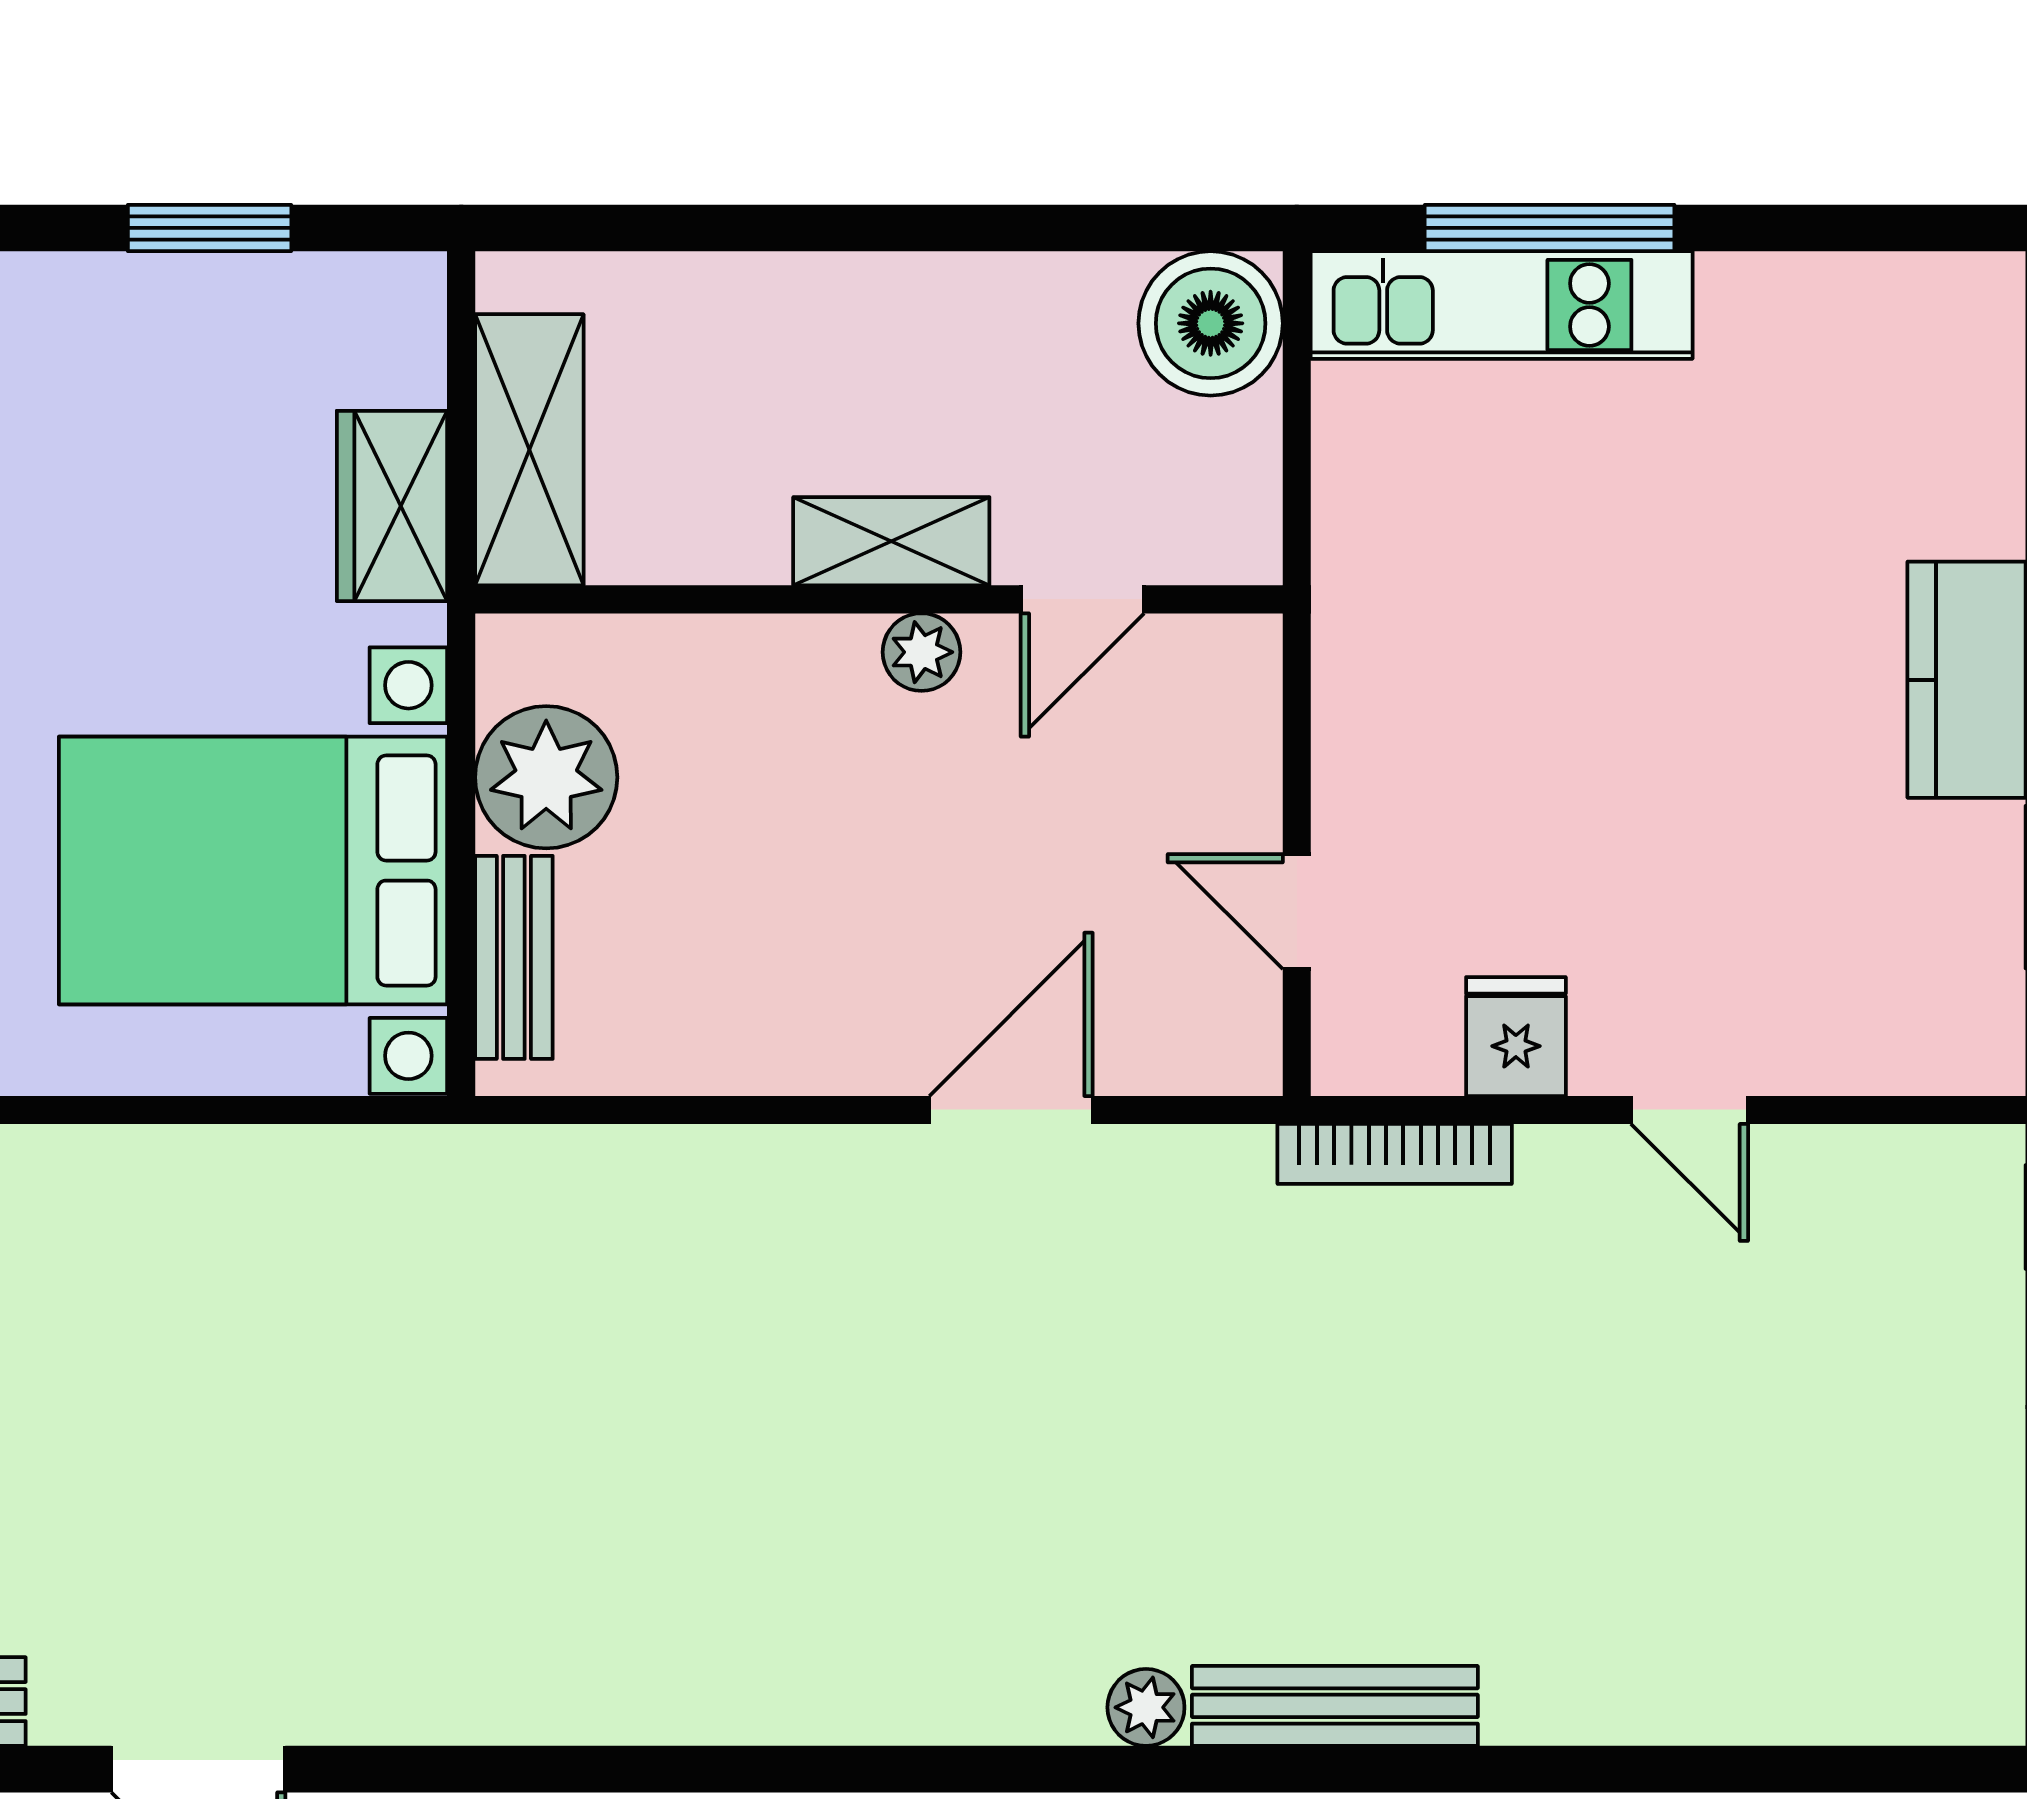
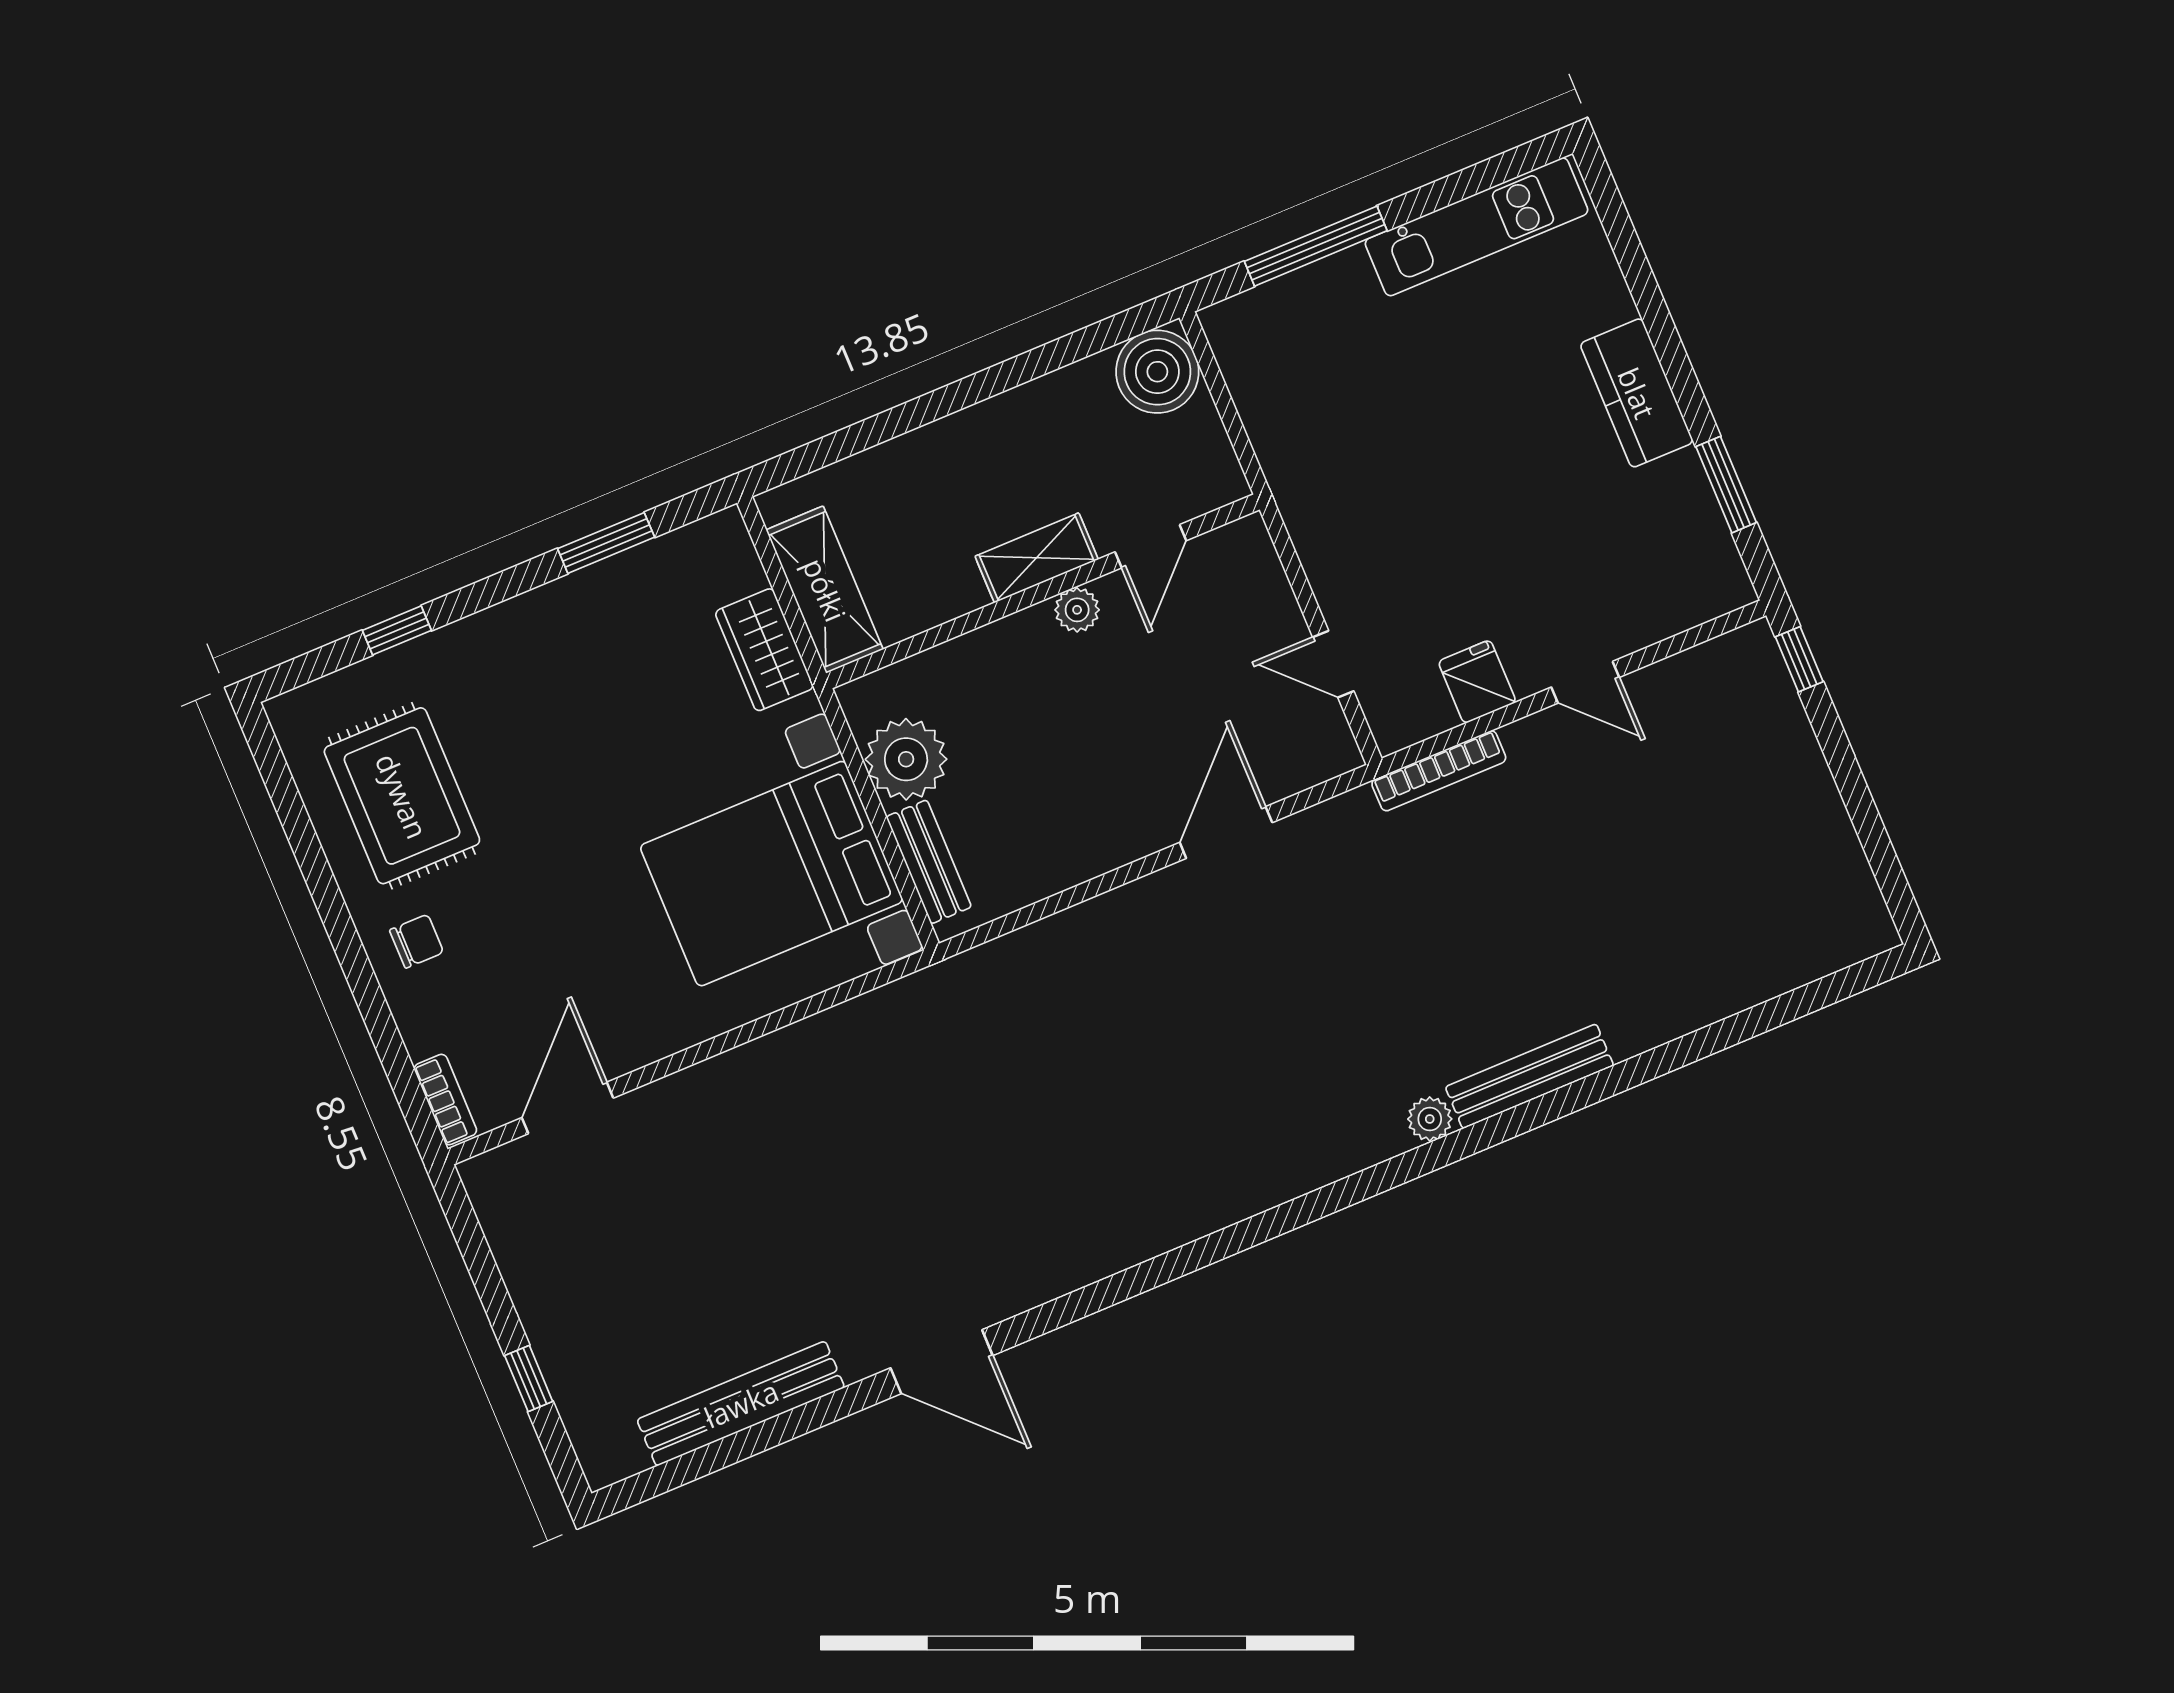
kitchen unit: (1502, 305) -> (1477, 227), moved

